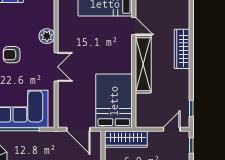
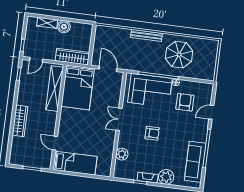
plant: (47, 36) -> (122, 154), moved
shelving: (143, 64) -> (55, 89), moved

